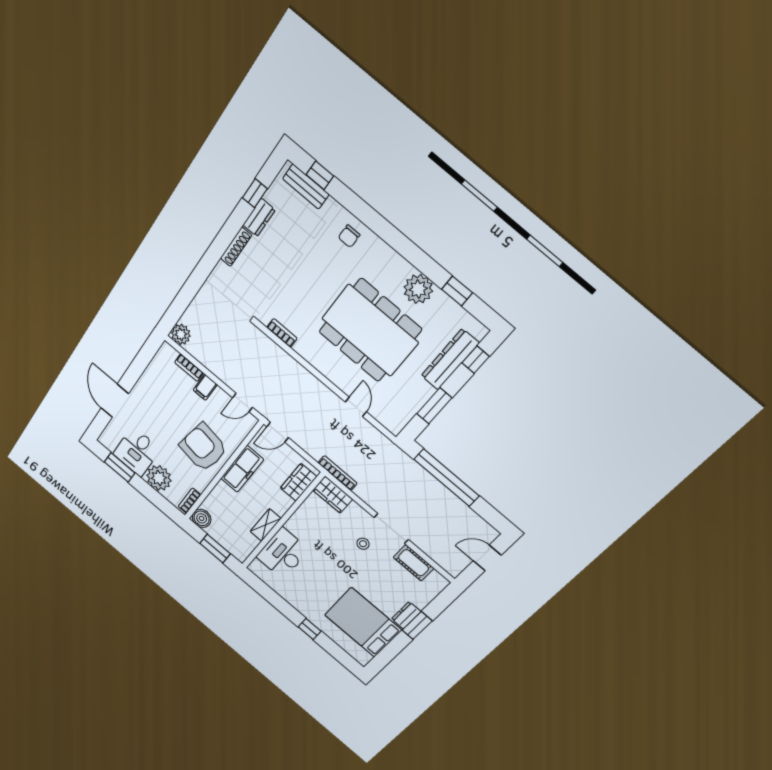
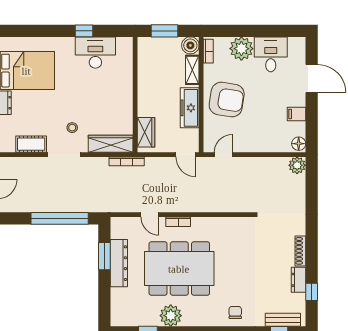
bookcase: (282, 333) -> (178, 222), moved
floor lamp: (166, 353) -> (299, 144), added
dresser: (450, 359) -> (119, 263), moved
window: (476, 360) -> (104, 303), removed
bookcase: (189, 368) -> (276, 147), removed
filing cabinet: (205, 387) -> (296, 114), moved, turned -90
door: (278, 432) -> (186, 155), swing flipped
window: (120, 467) -> (275, 31), removed
wardrobe: (333, 495) -> (111, 144), width x1.50
shelving: (266, 525) -> (192, 70), moved
desk: (283, 553) -> (95, 53), moved, turned -90
window: (310, 629) -> (84, 31), moved

